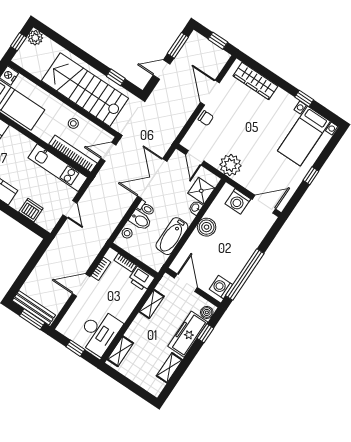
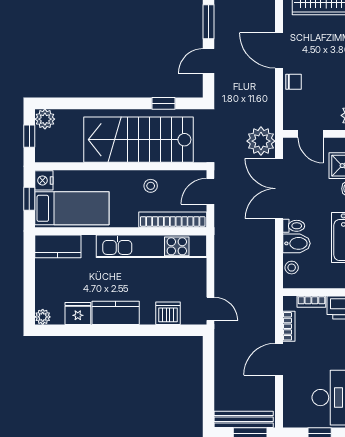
plant: (161, 142) -> (261, 141), added
kitchen unit: (58, 168) -> (151, 246), width x1.36
door: (70, 209) -> (210, 309), moved

